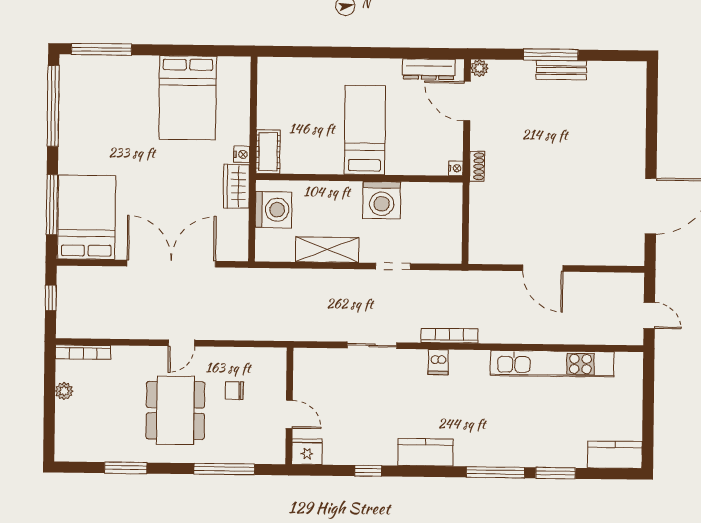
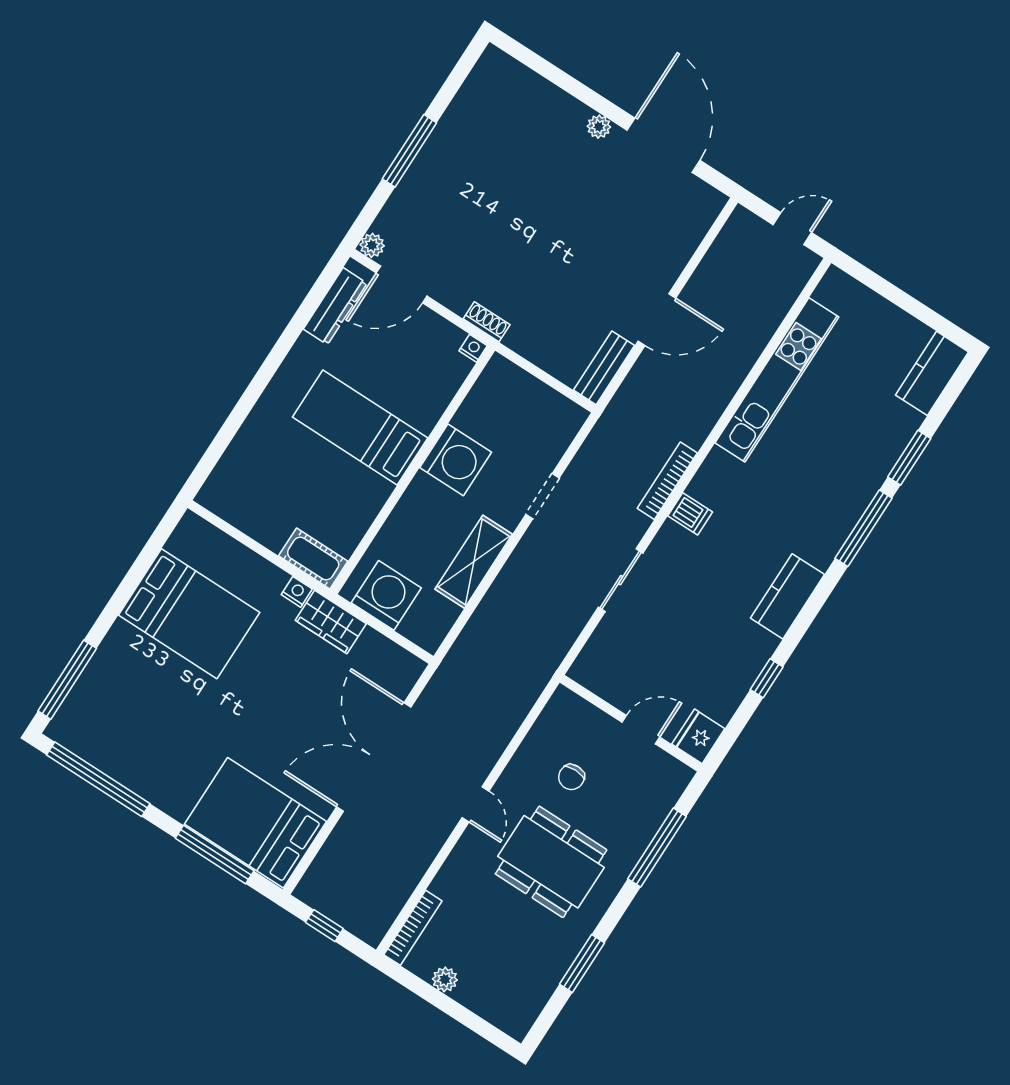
bench: (561, 70) -> (604, 368), moved
plant: (637, 160) -> (599, 127), added

